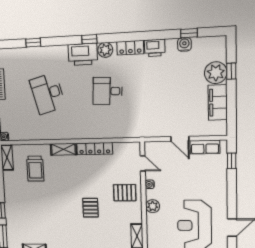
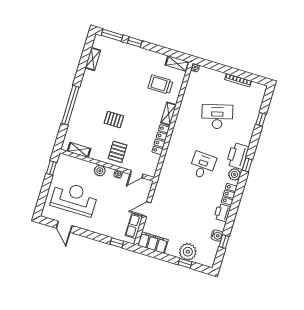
filing cabinet: (218, 102) -> (153, 243), moved

